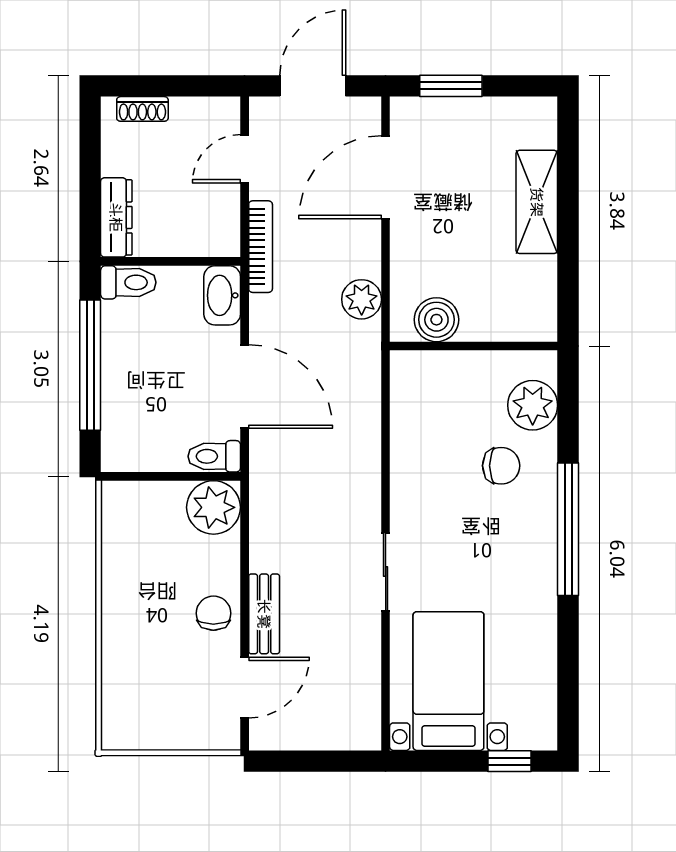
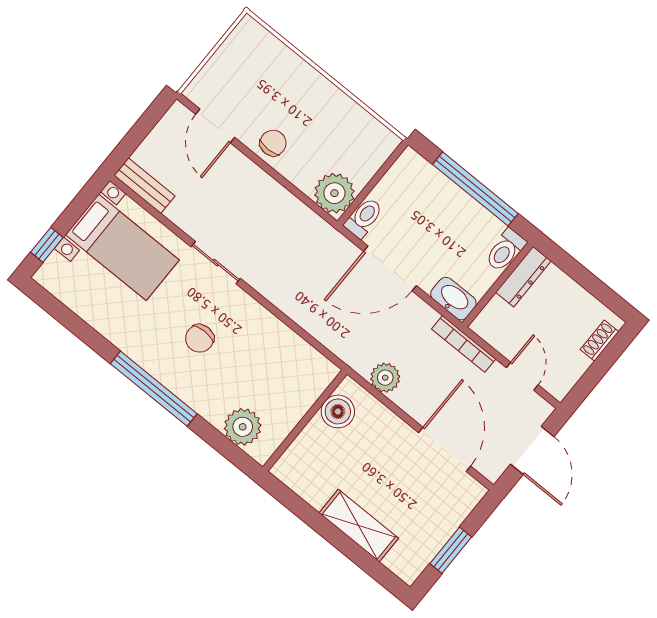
window: (451, 86) -> (451, 550), moved
dresser: (116, 217) -> (523, 277), moved, turned -90
chair: (501, 466) -> (200, 338), moved
chair: (213, 613) -> (273, 143), turned -90
bench: (264, 614) -> (145, 186), moved

